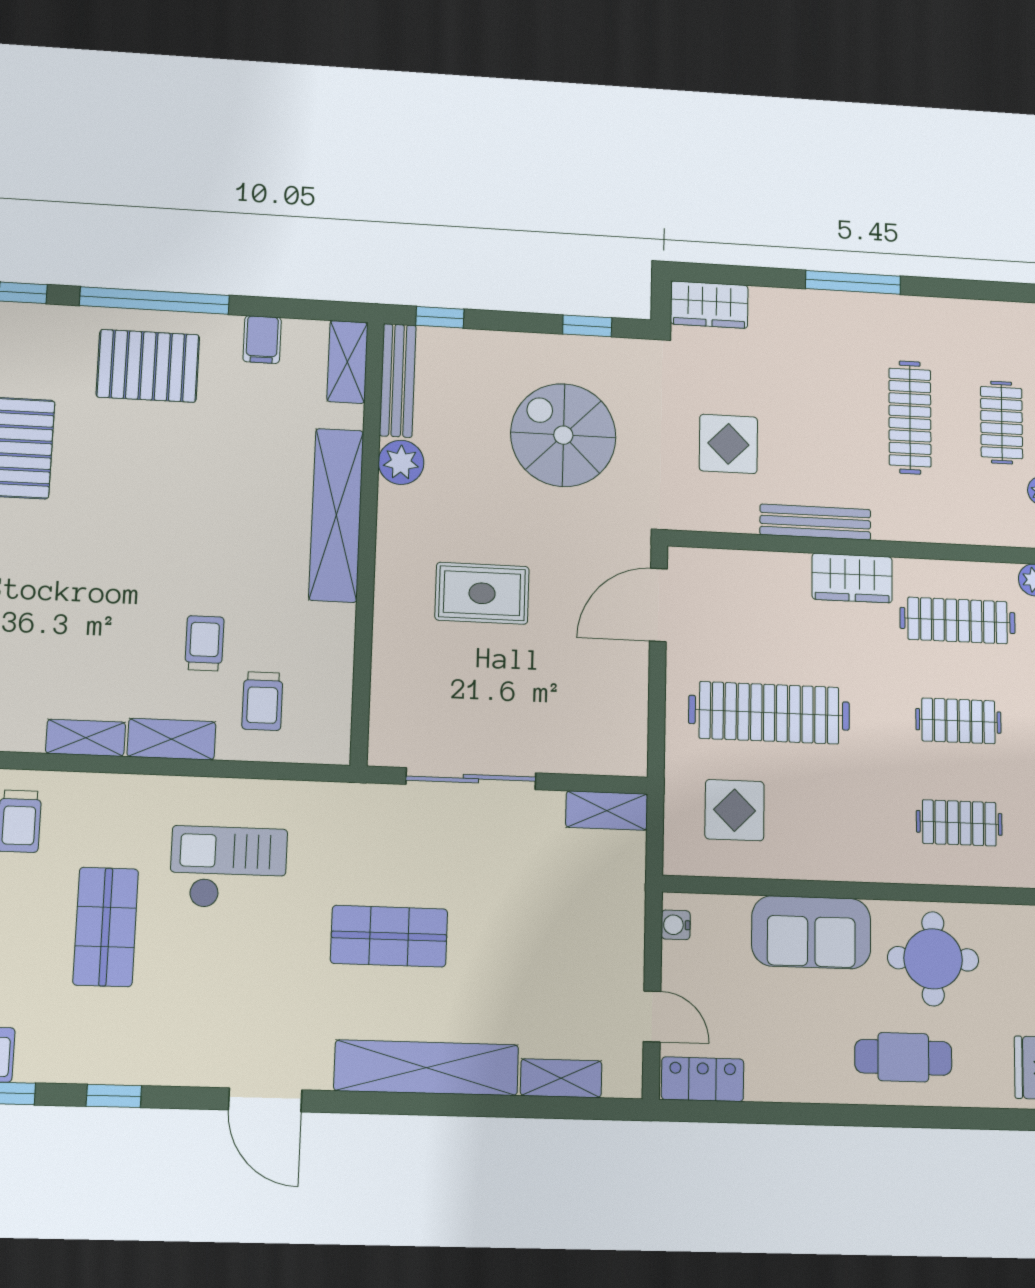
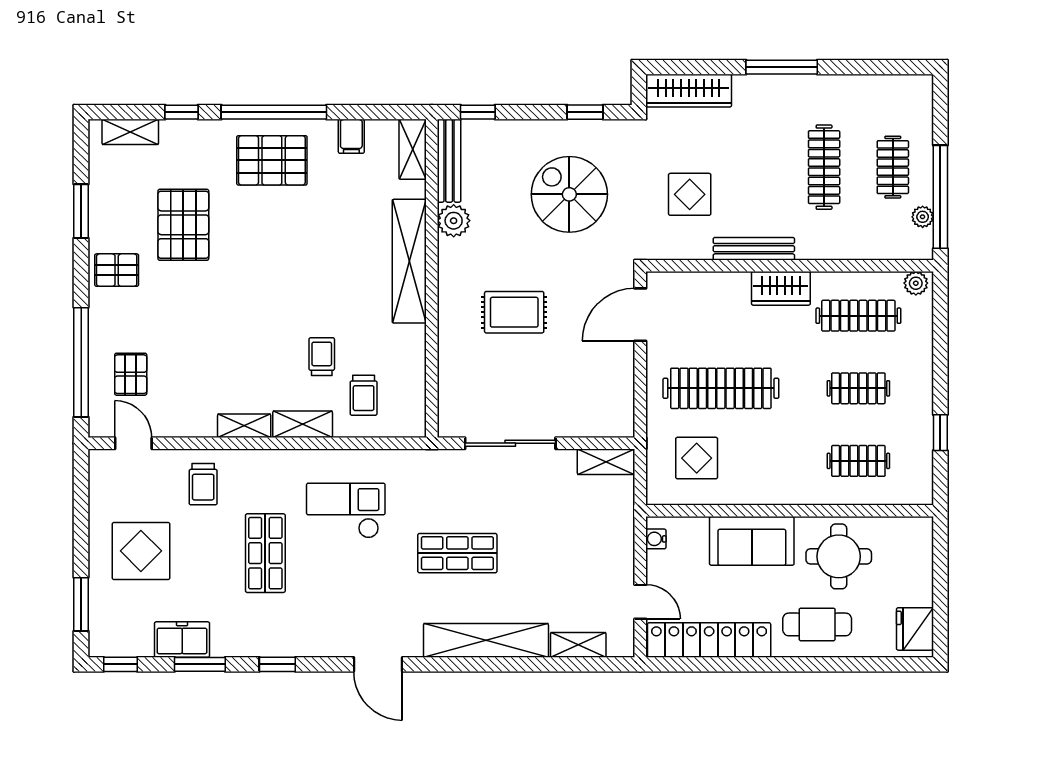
wardrobe: (709, 305) -> (689, 91), width x1.50
locker: (703, 1079) -> (709, 640), width x2.16, depth x1.21

